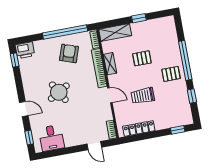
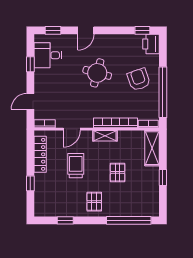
armchair: (69, 53) -> (139, 79), moved, turned -128
window: (185, 60) -> (129, 220), moved
shelving: (110, 64) -> (105, 136), moved
round table: (59, 92) -> (97, 73), turned 45
door: (110, 95) -> (72, 129), moved
window: (178, 130) -> (30, 183), moved
window: (62, 152) -> (30, 64), added

